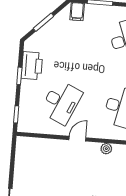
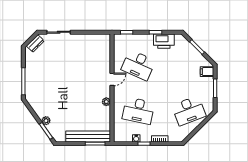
door: (77, 139) -> (112, 79), hinge flipped

